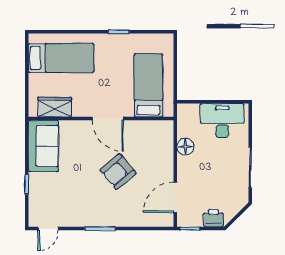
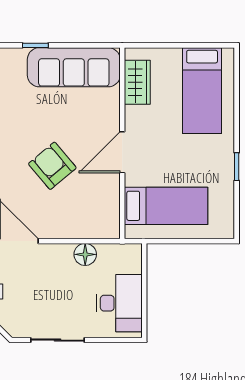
sofa: (43, 146) -> (74, 67), width x1.36

